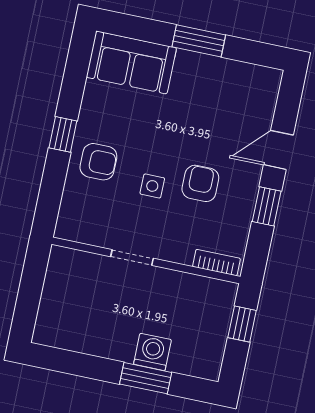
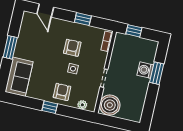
door: (278, 150) -> (45, 10), moved
armchair: (200, 183) -> (72, 48), turned 90
plant: (70, 209) -> (82, 105), added
boiler: (70, 272) -> (110, 105), added

